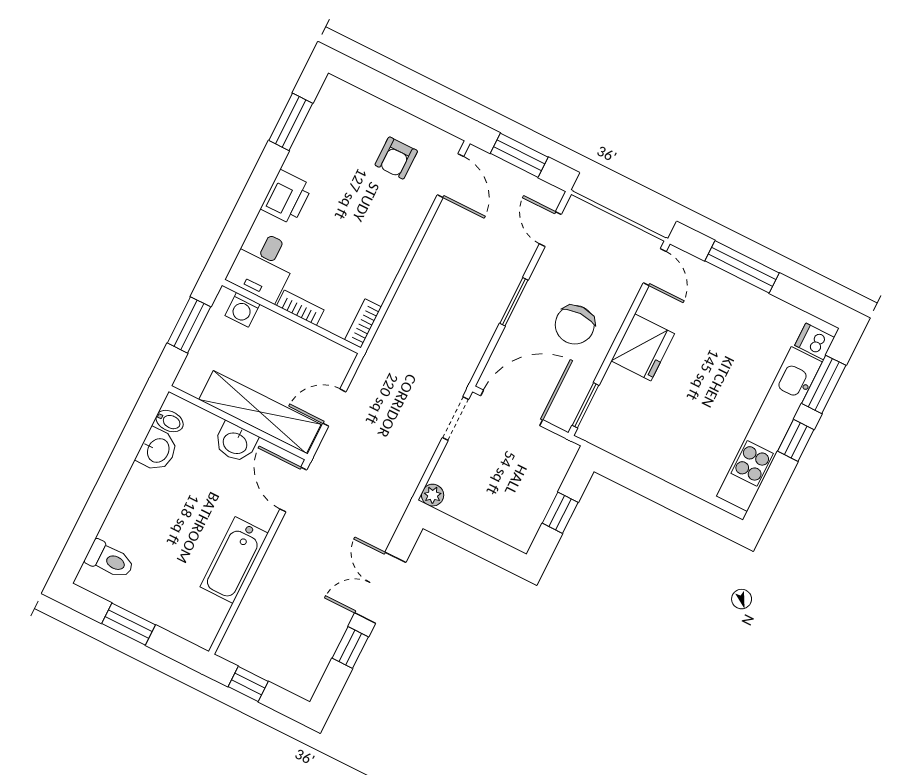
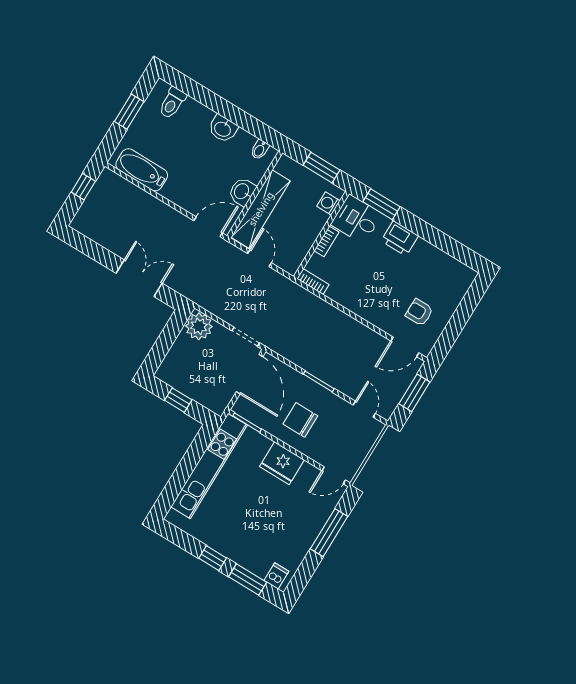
window: (291, 122) -> (382, 204), moved
door: (550, 229) -> (364, 409), hinge flipped
kitchen unit: (769, 429) -> (209, 466), moved, turned 90
washbasin: (157, 450) -> (223, 129), moved
plant: (433, 495) -> (199, 326), width x1.87, depth x1.87
bathtub: (234, 560) -> (142, 170), moved
window: (350, 648) -> (102, 255), removed

